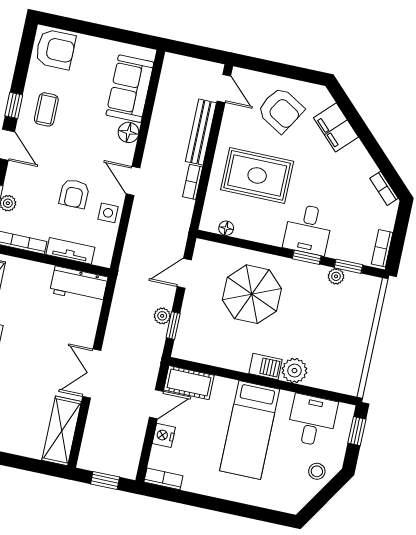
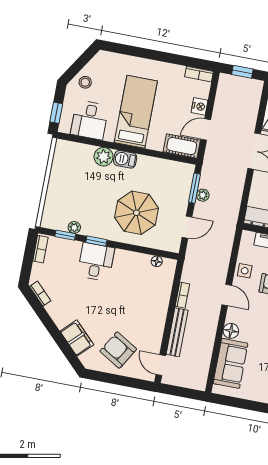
rug: (257, 175) -> (135, 301), removed
window: (173, 326) -> (194, 188), width x1.50

